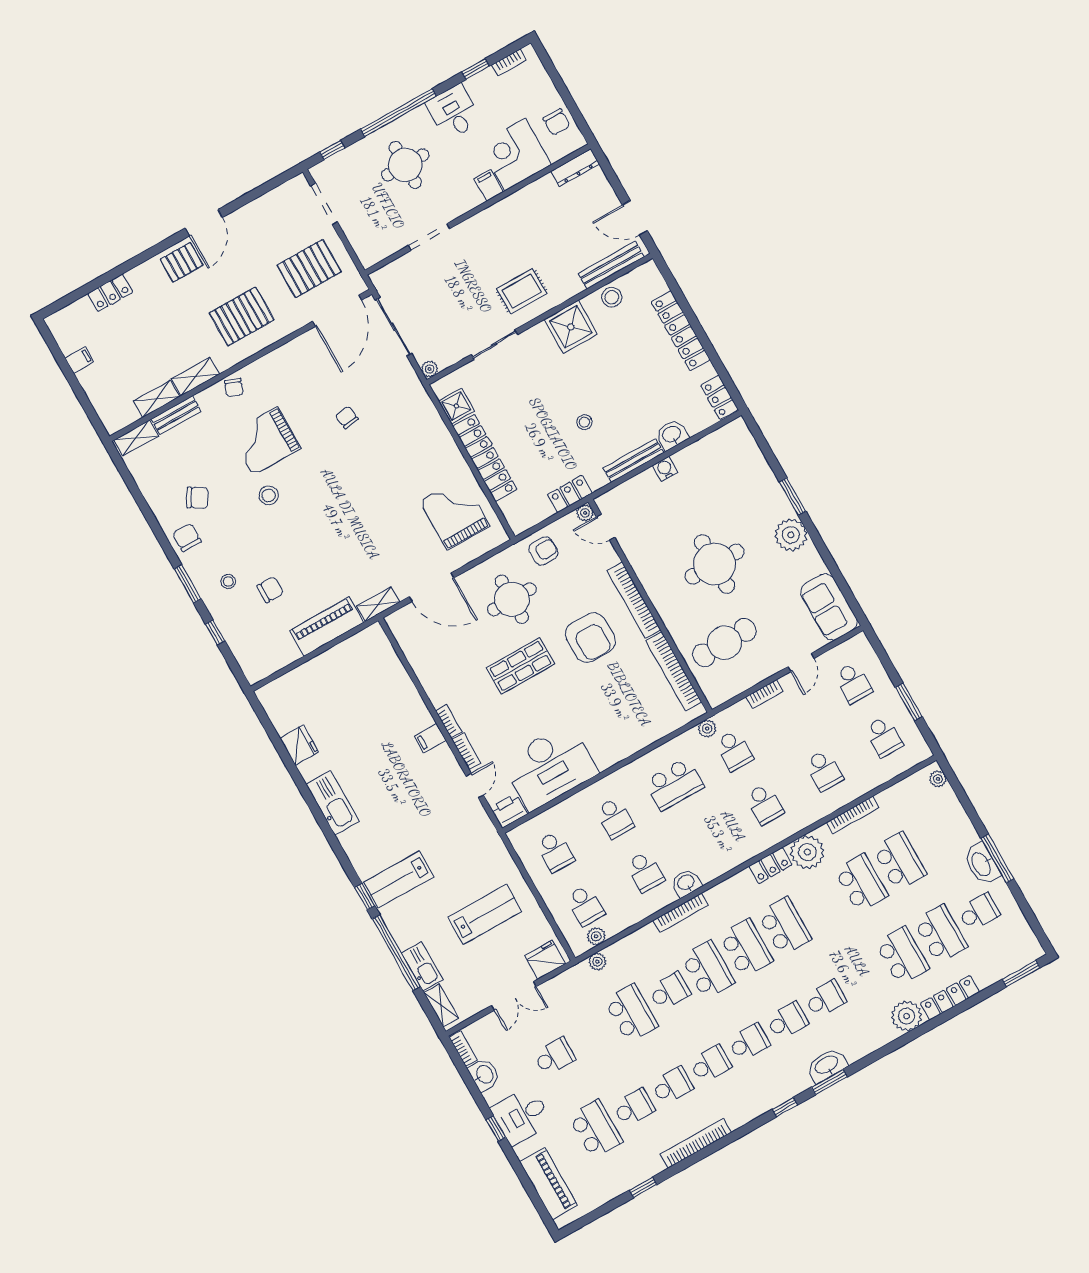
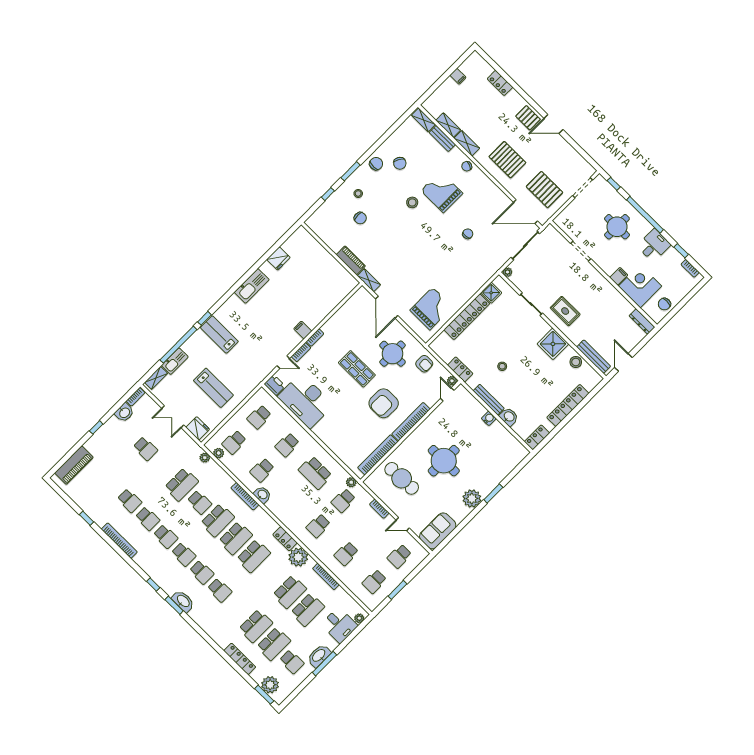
piano: (327, 627) -> (351, 260), width x0.73, depth x0.75
plant: (907, 1016) -> (270, 685), moved
desk: (522, 1116) -> (339, 625), moved, turned 180
school desk: (595, 1129) -> (112, 483), removed

